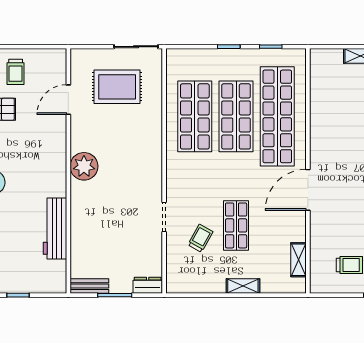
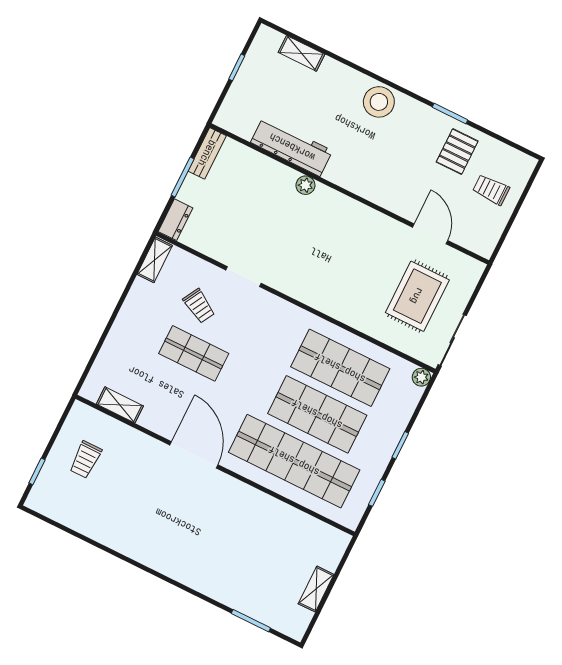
plant: (173, 56) -> (421, 377), added
plant: (84, 166) -> (305, 185), moved, width x0.53, depth x0.53
shelving: (243, 286) -> (155, 260), moved

